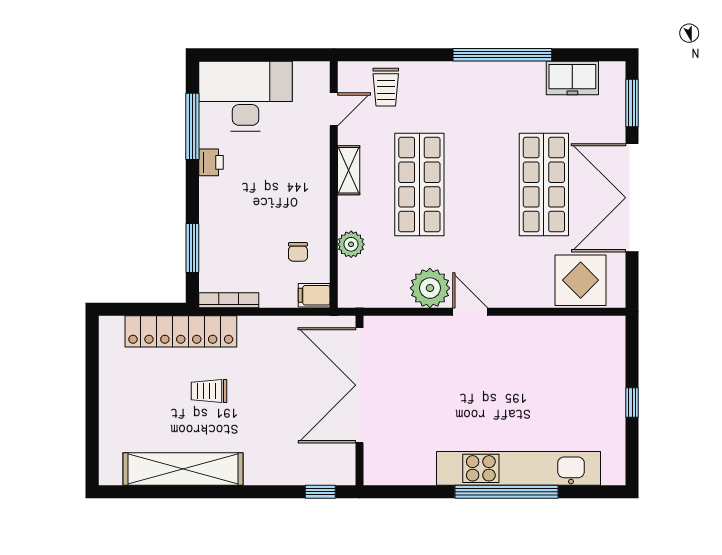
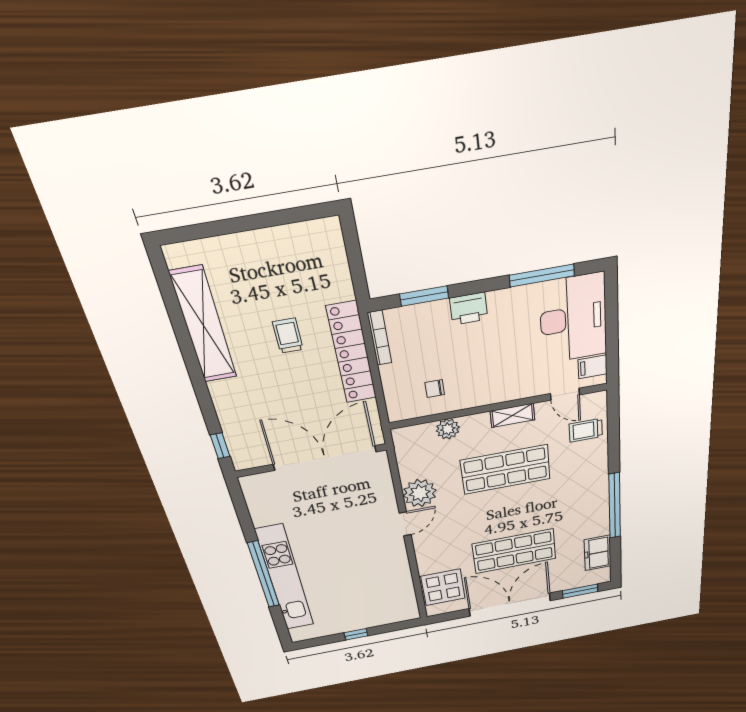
printer: (211, 162) -> (469, 309), moved, width x1.36, depth x1.24
filing cabinet: (314, 295) -> (593, 367), moved, turned -90
locker: (181, 331) -> (352, 353), moved

